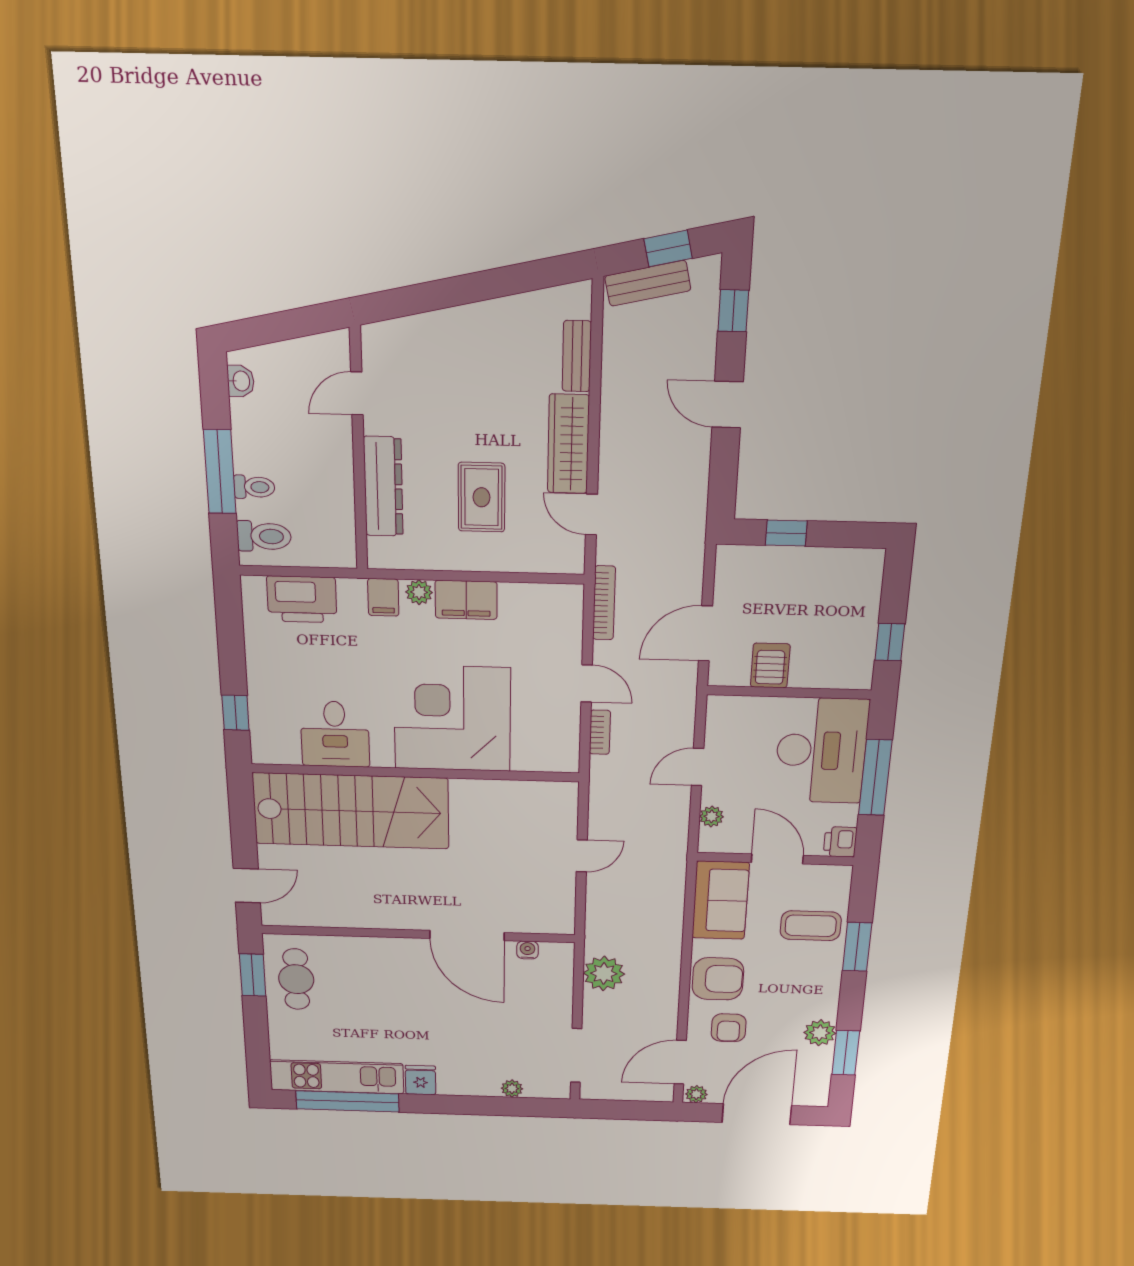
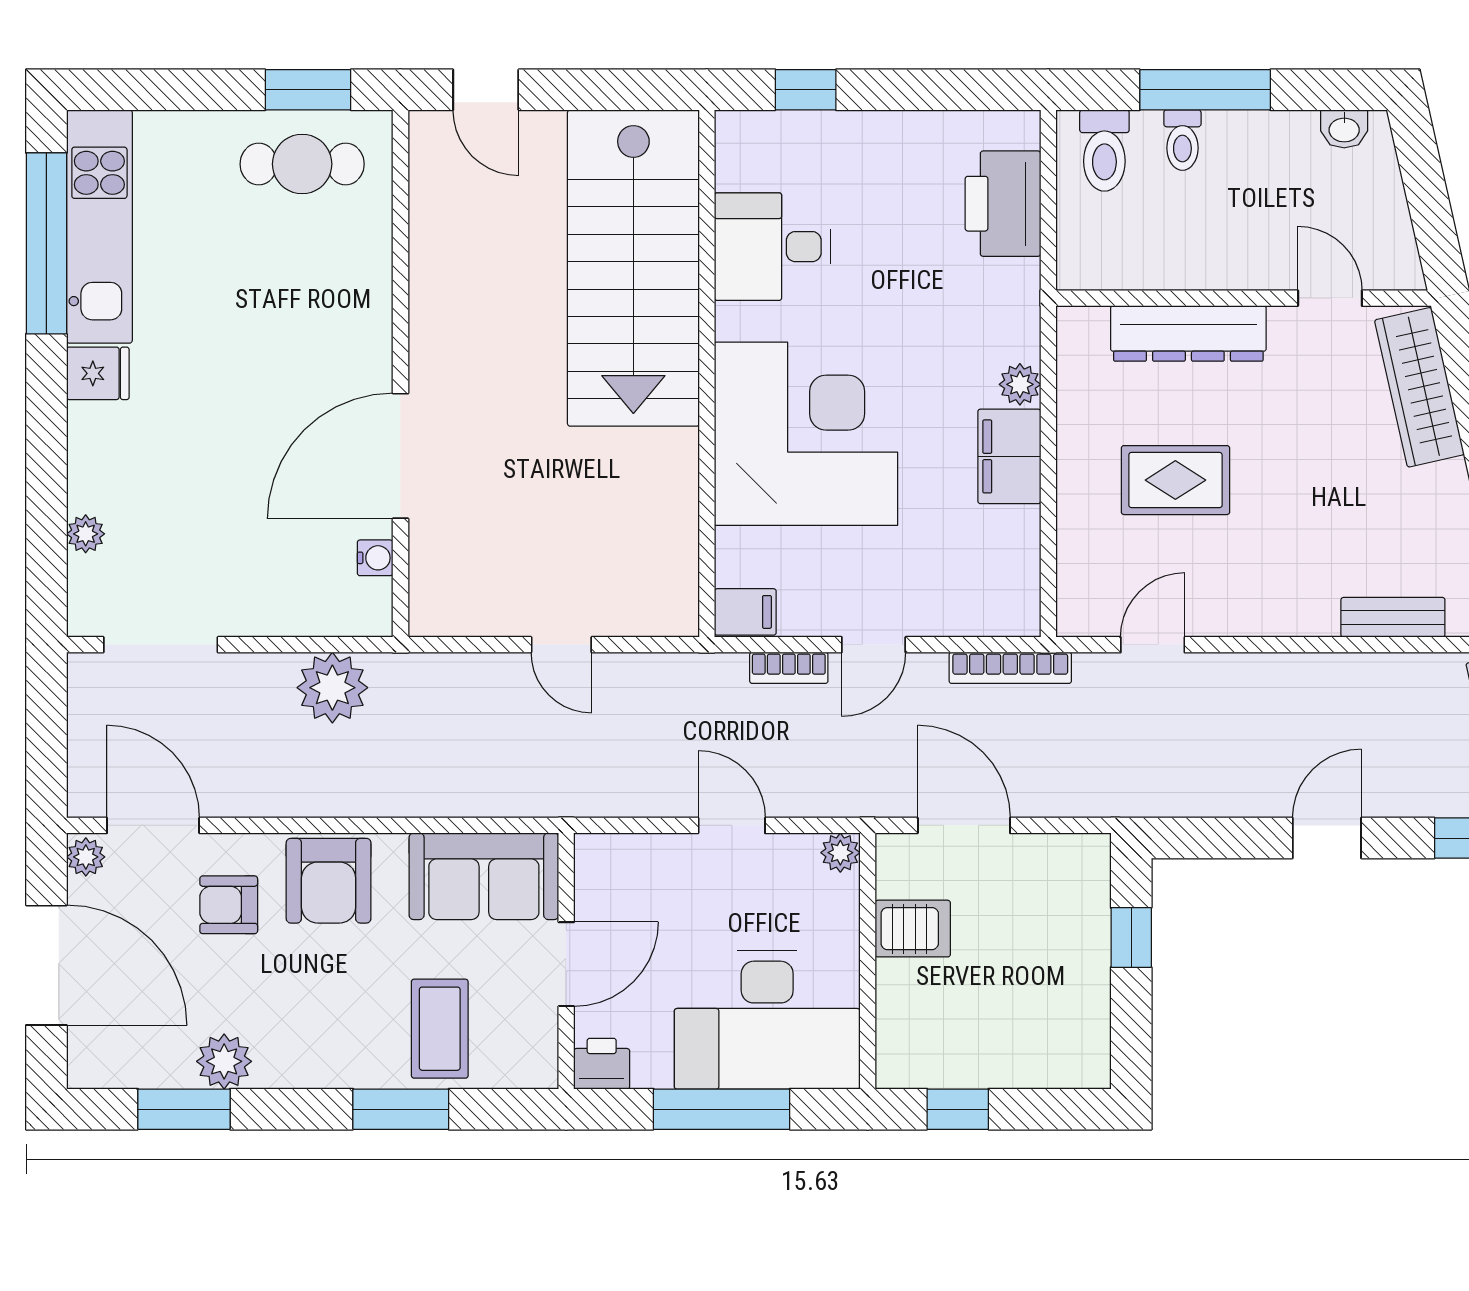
wardrobe: (568, 444) -> (1419, 387), moved, turned -103
filing cabinet: (383, 597) -> (745, 612), moved, turned 180
plant: (712, 816) -> (840, 853), moved

